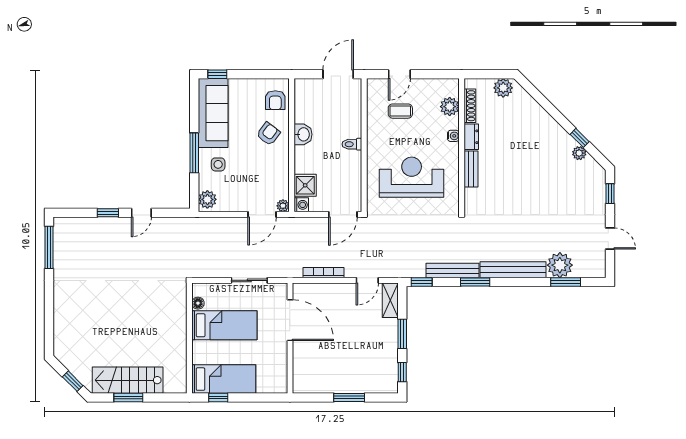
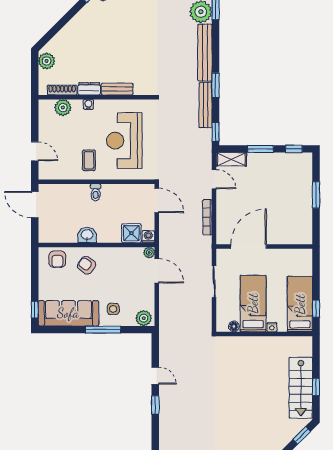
armchair: (275, 100) -> (57, 259), turned 90
coffee table: (400, 111) -> (89, 160), moved
nightstand: (197, 347) -> (272, 327), added
window: (128, 398) -> (316, 387), width x0.67

